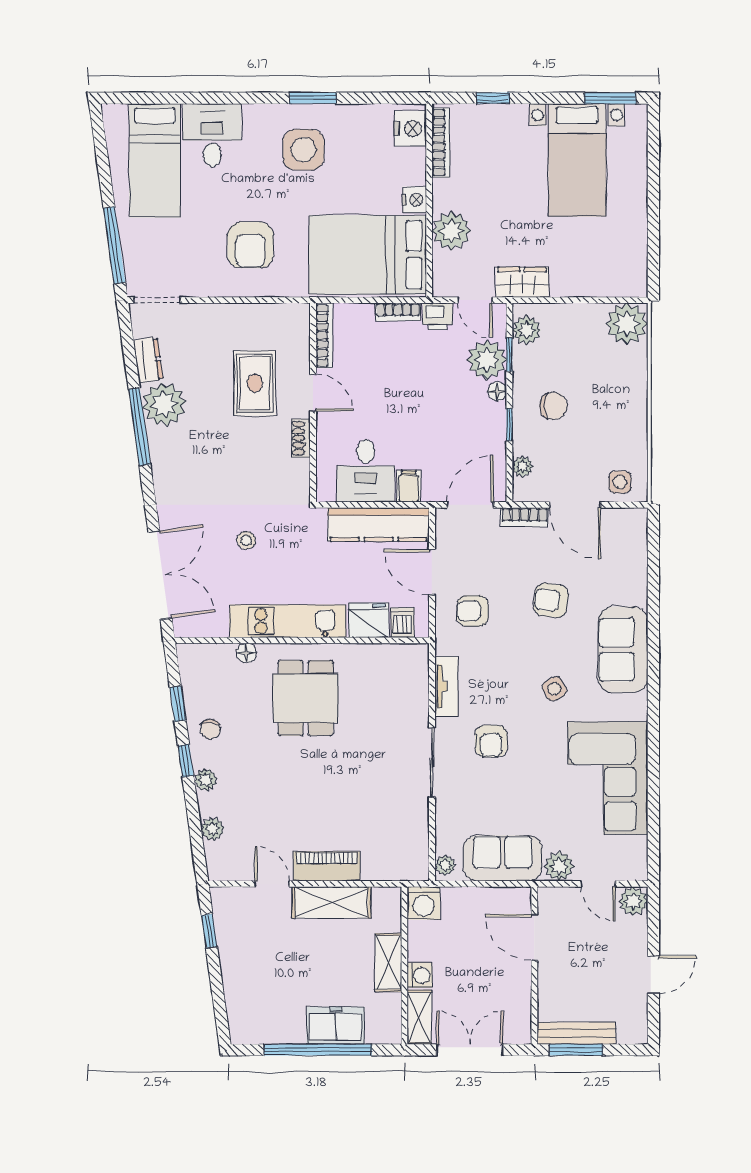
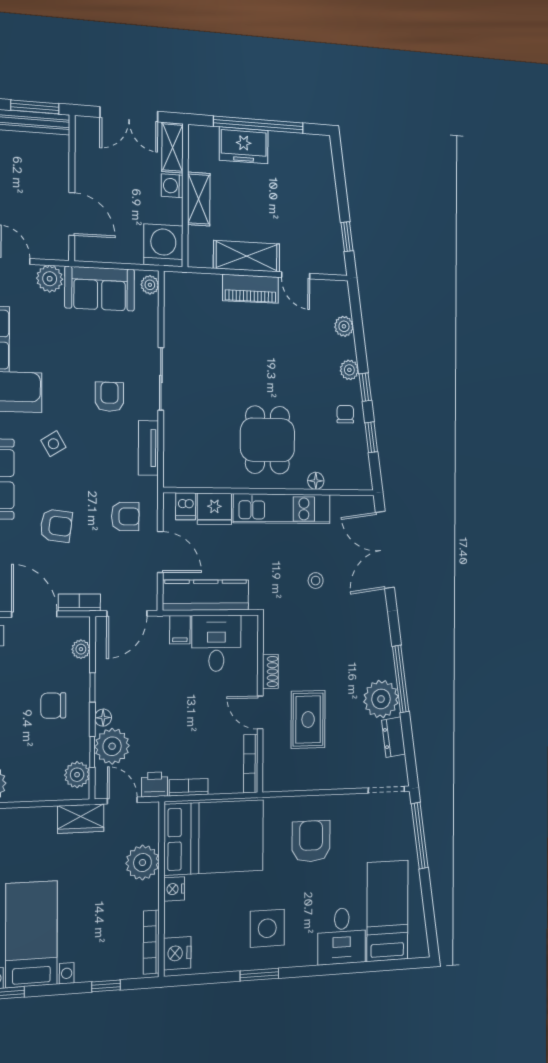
washing machine: (424, 903) -> (163, 245), width x1.37, depth x1.37

